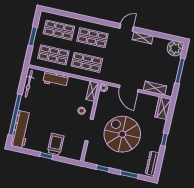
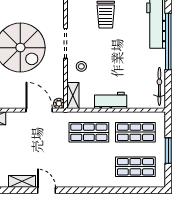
door: (127, 27) -> (46, 190), swing flipped
shop shelf: (92, 38) -> (89, 167), removed
workbench: (56, 79) -> (111, 100), moved
door: (129, 88) -> (39, 110), moved

